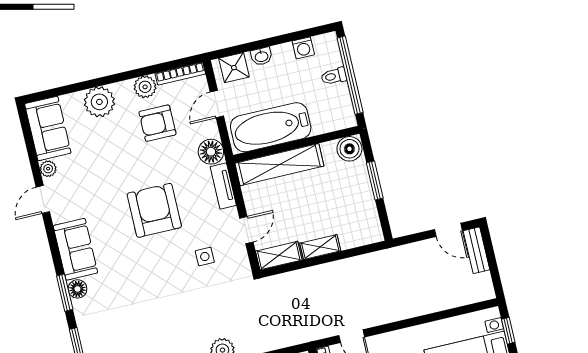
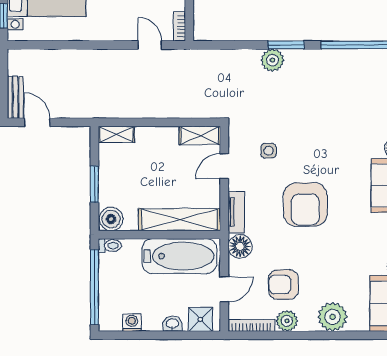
toilet: (334, 76) -> (110, 246), moved
armchair: (157, 123) -> (283, 285), turned 180
shelving: (320, 247) -> (116, 134), moved

